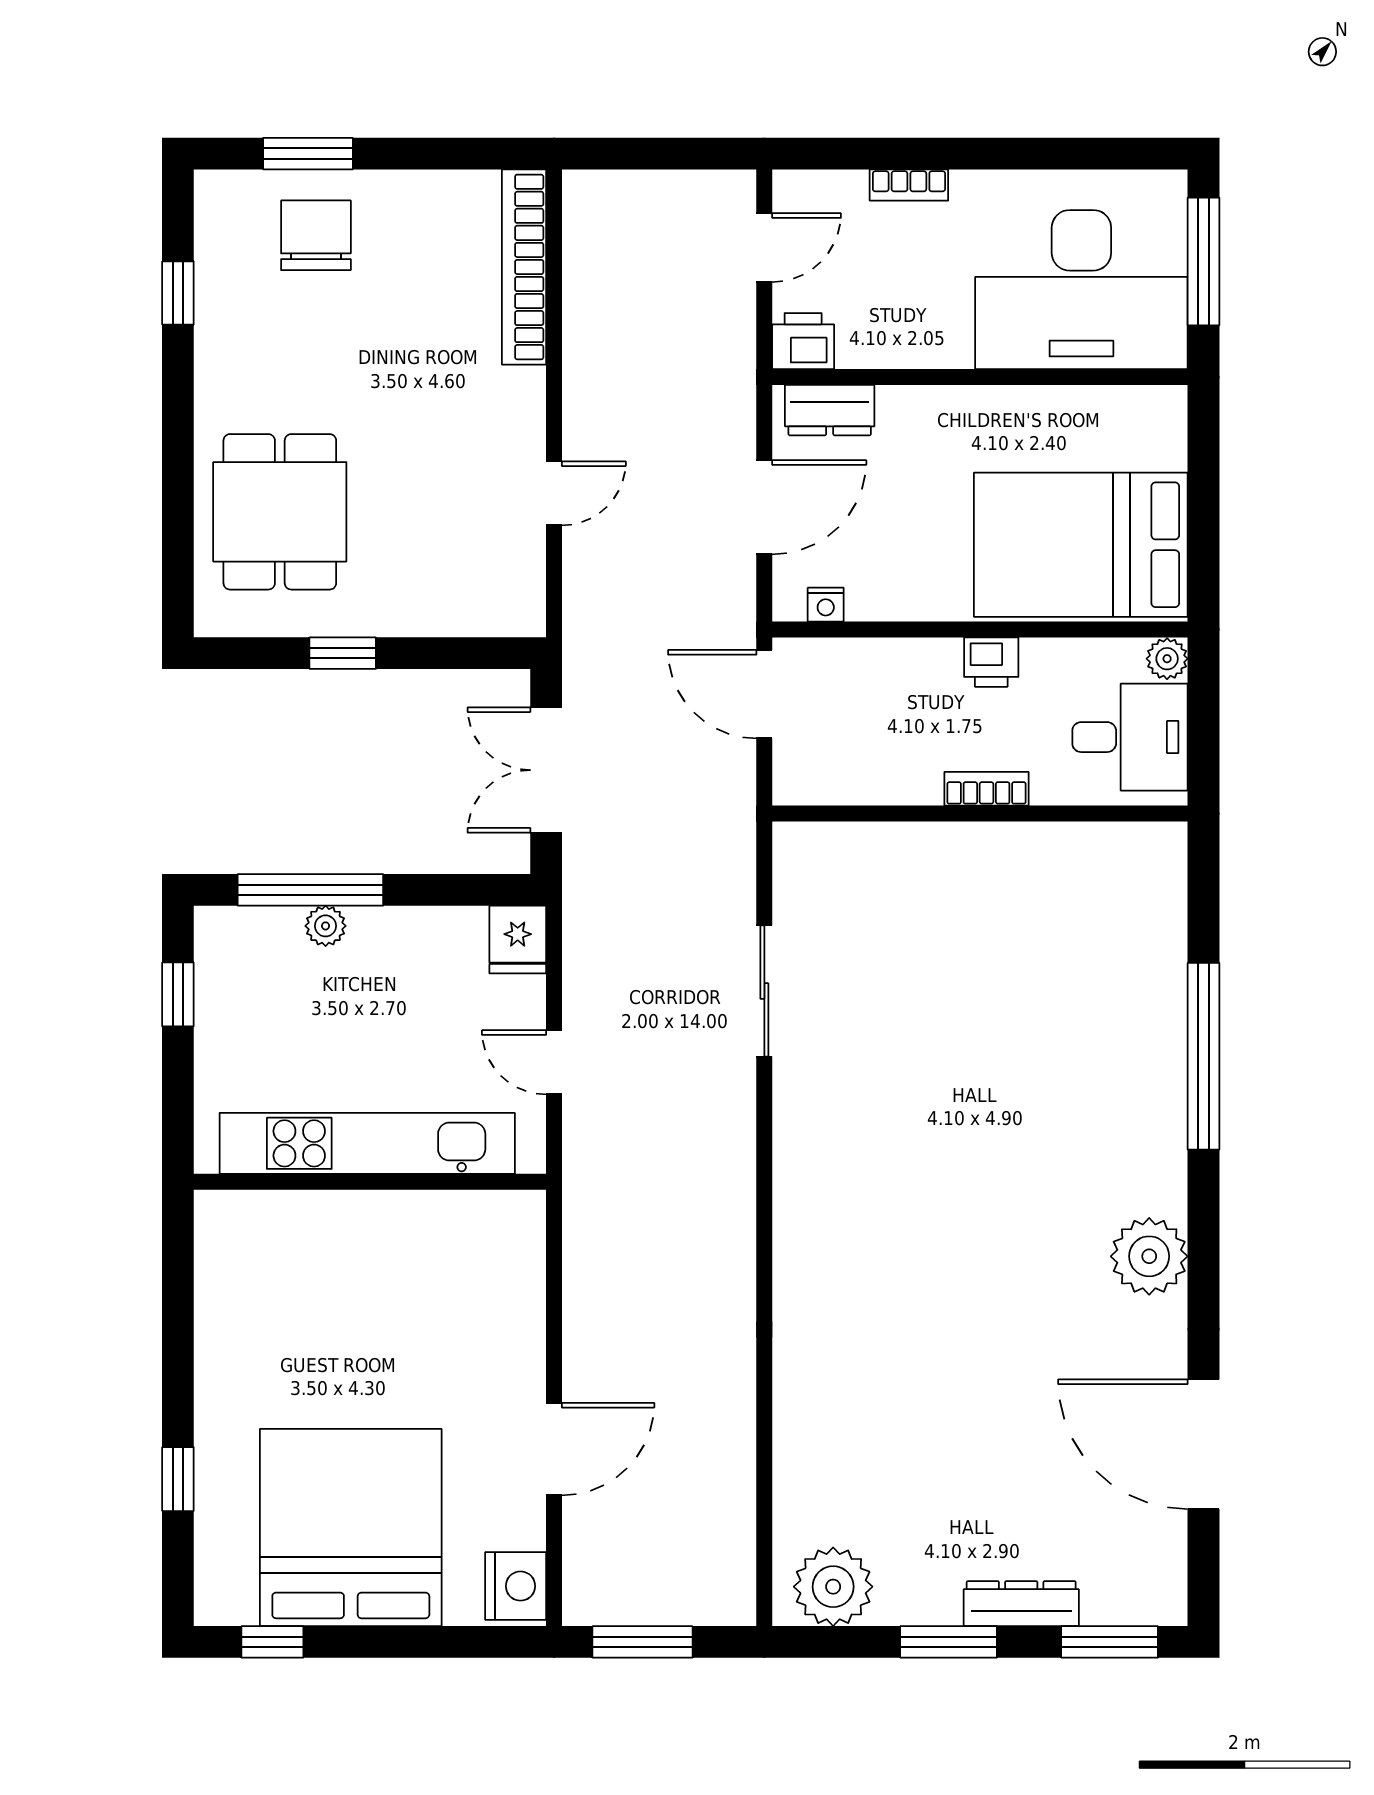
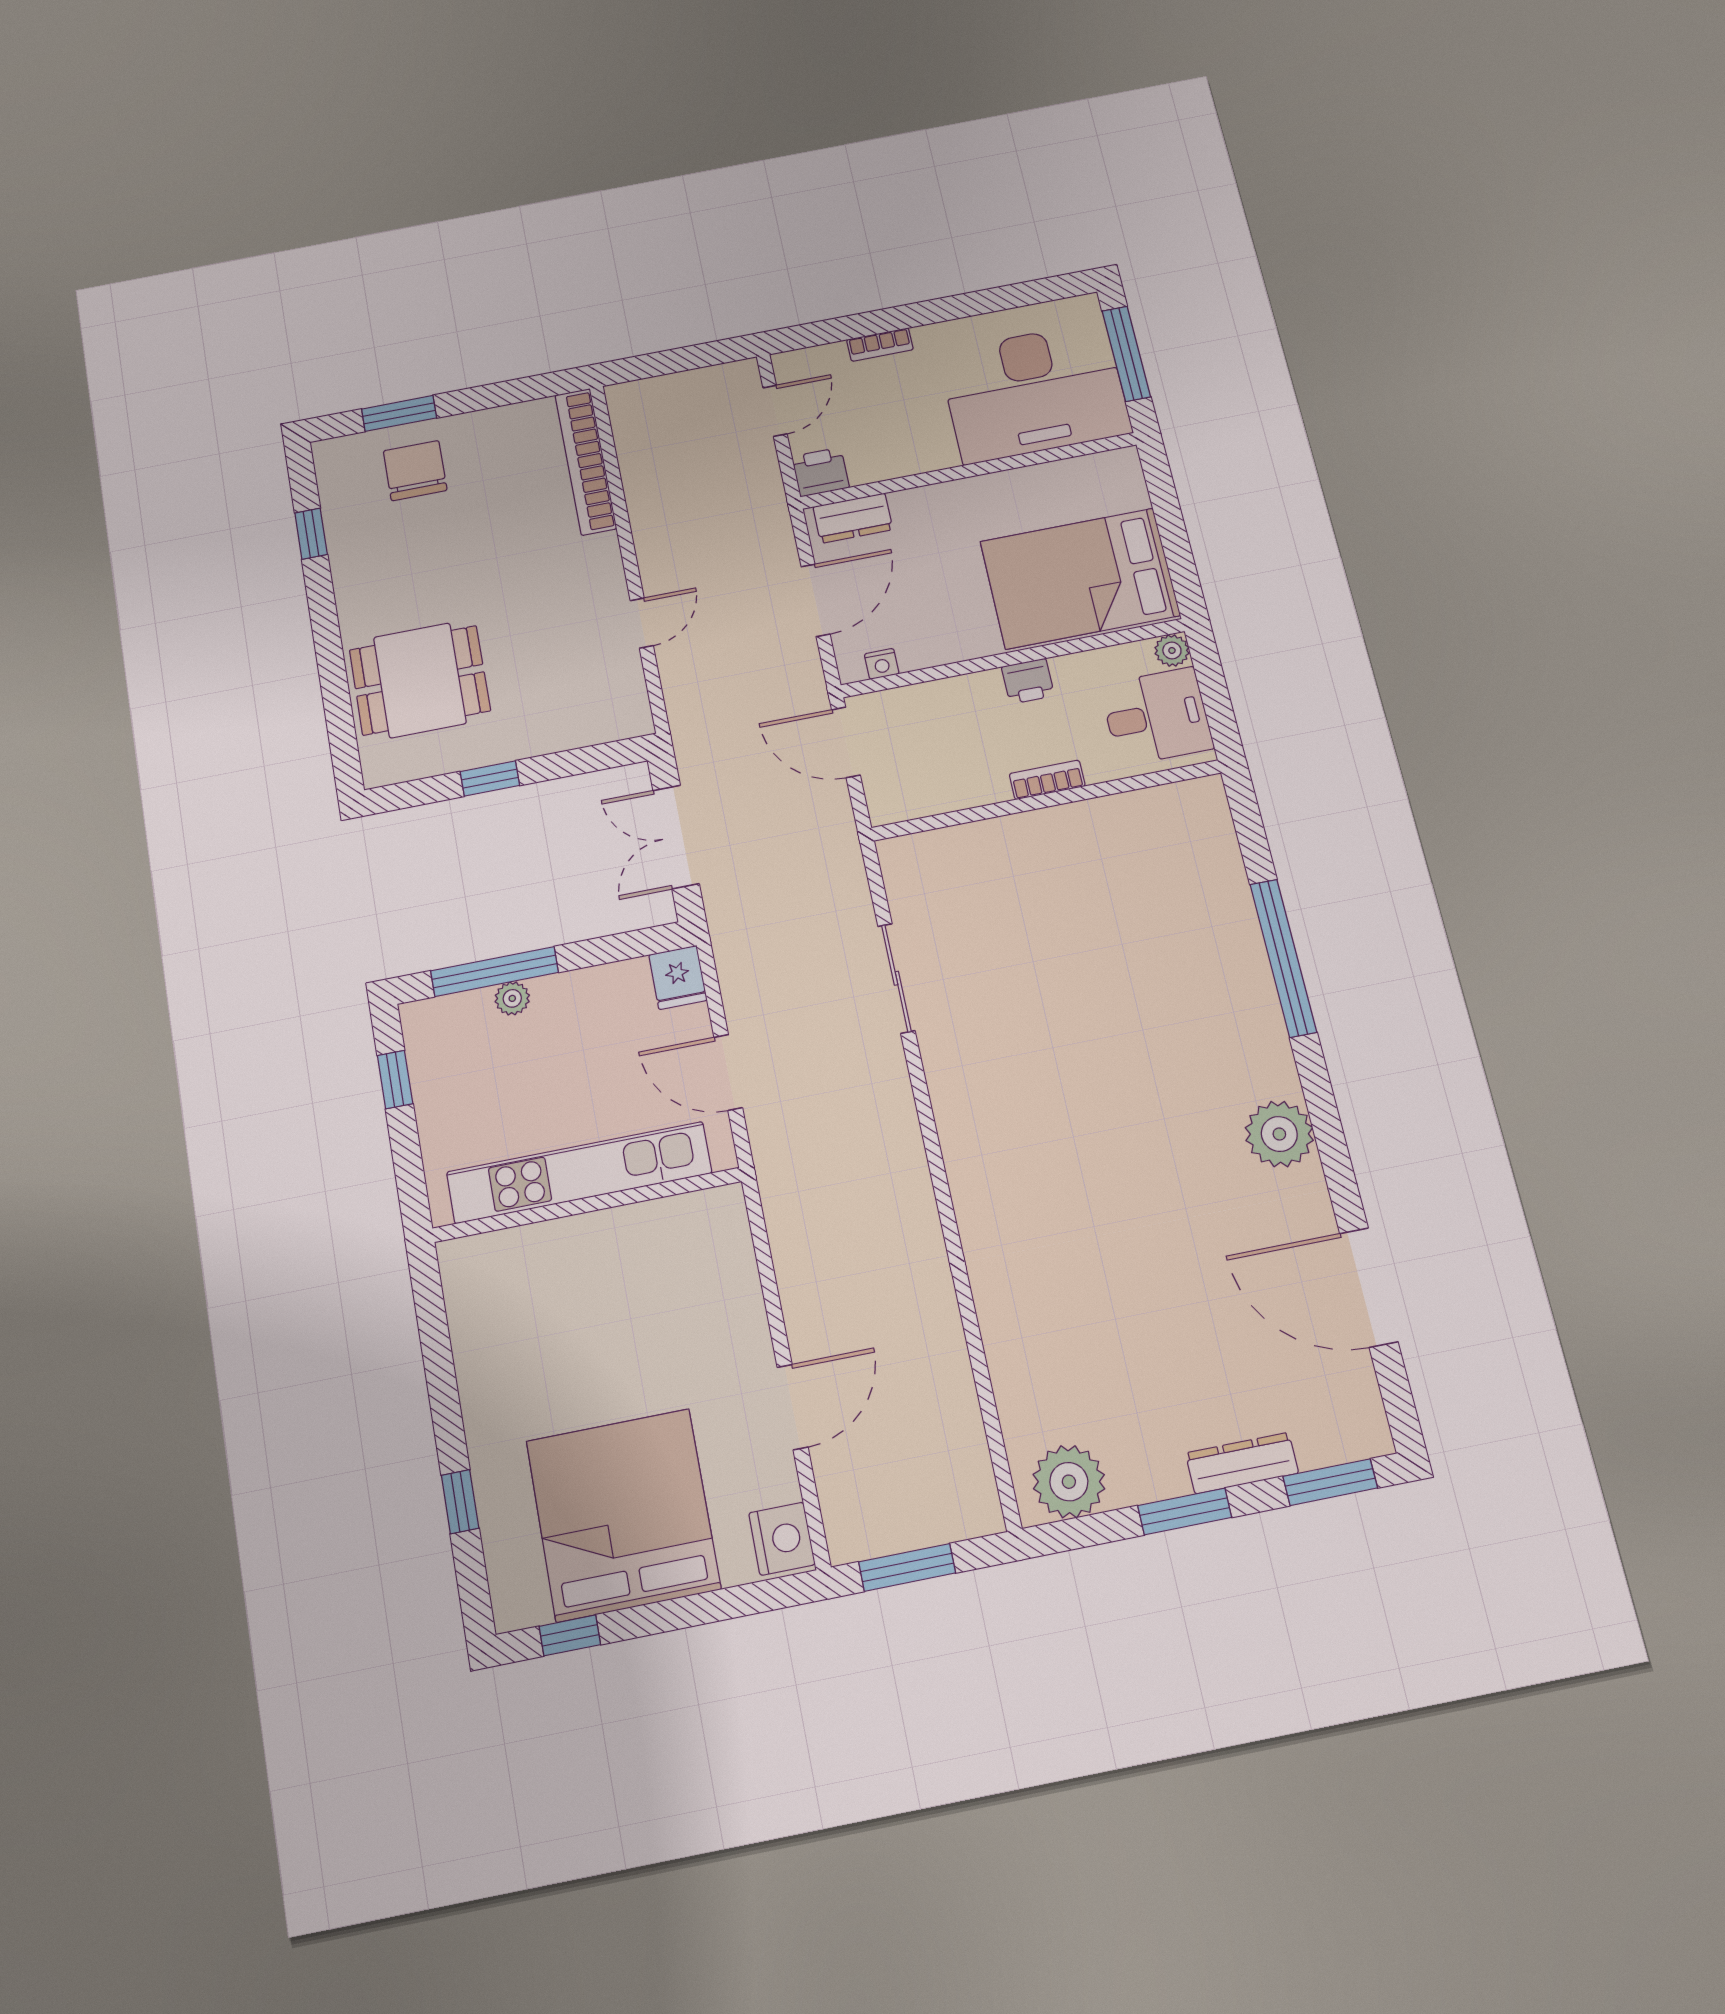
dining table: (280, 512) -> (420, 680), turned 90
door: (554, 1062) -> (728, 1072), width x1.37

